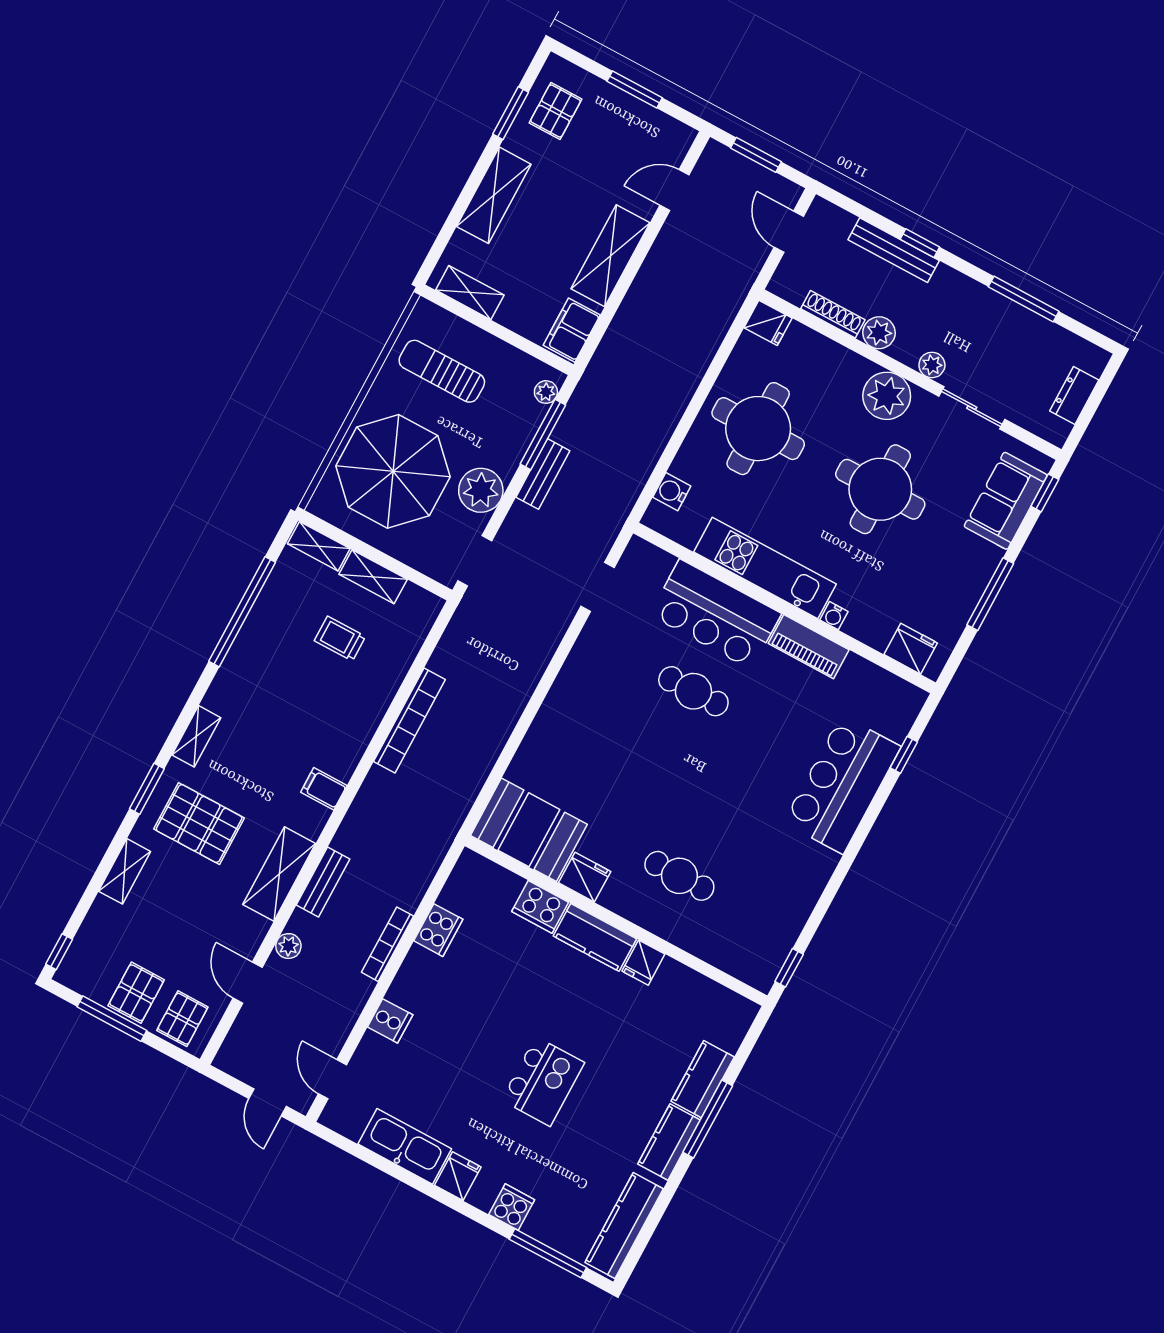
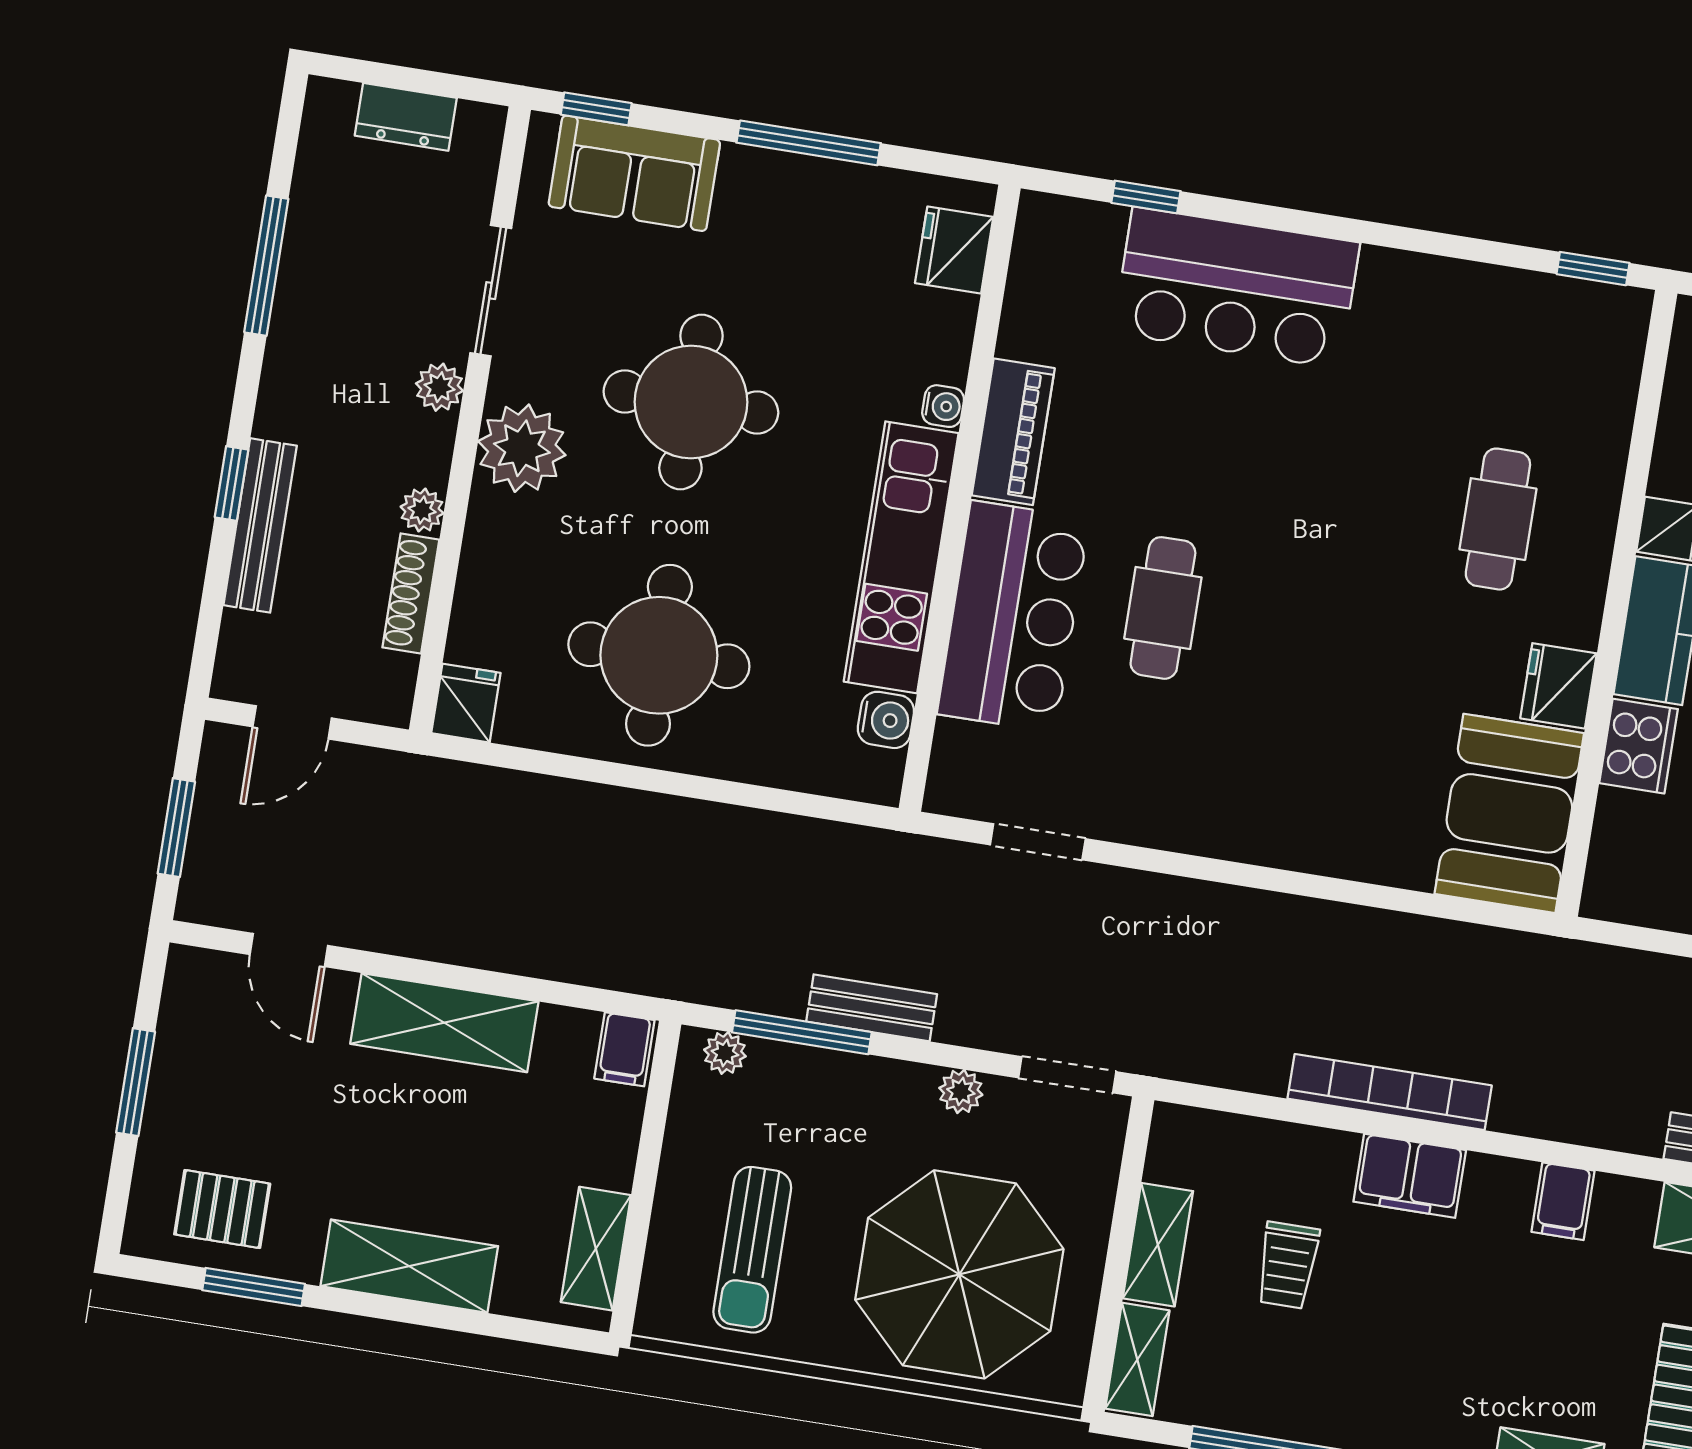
filing cabinet: (572, 330) -> (624, 1049), width x0.50
plant: (879, 333) -> (422, 510), width x0.73, depth x0.73
plant: (481, 490) -> (961, 1091), width x0.53, depth x0.53
water cooler: (672, 492) -> (886, 720), moved, turned -90
filing cabinet: (364, 716) -> (1410, 1176), added

